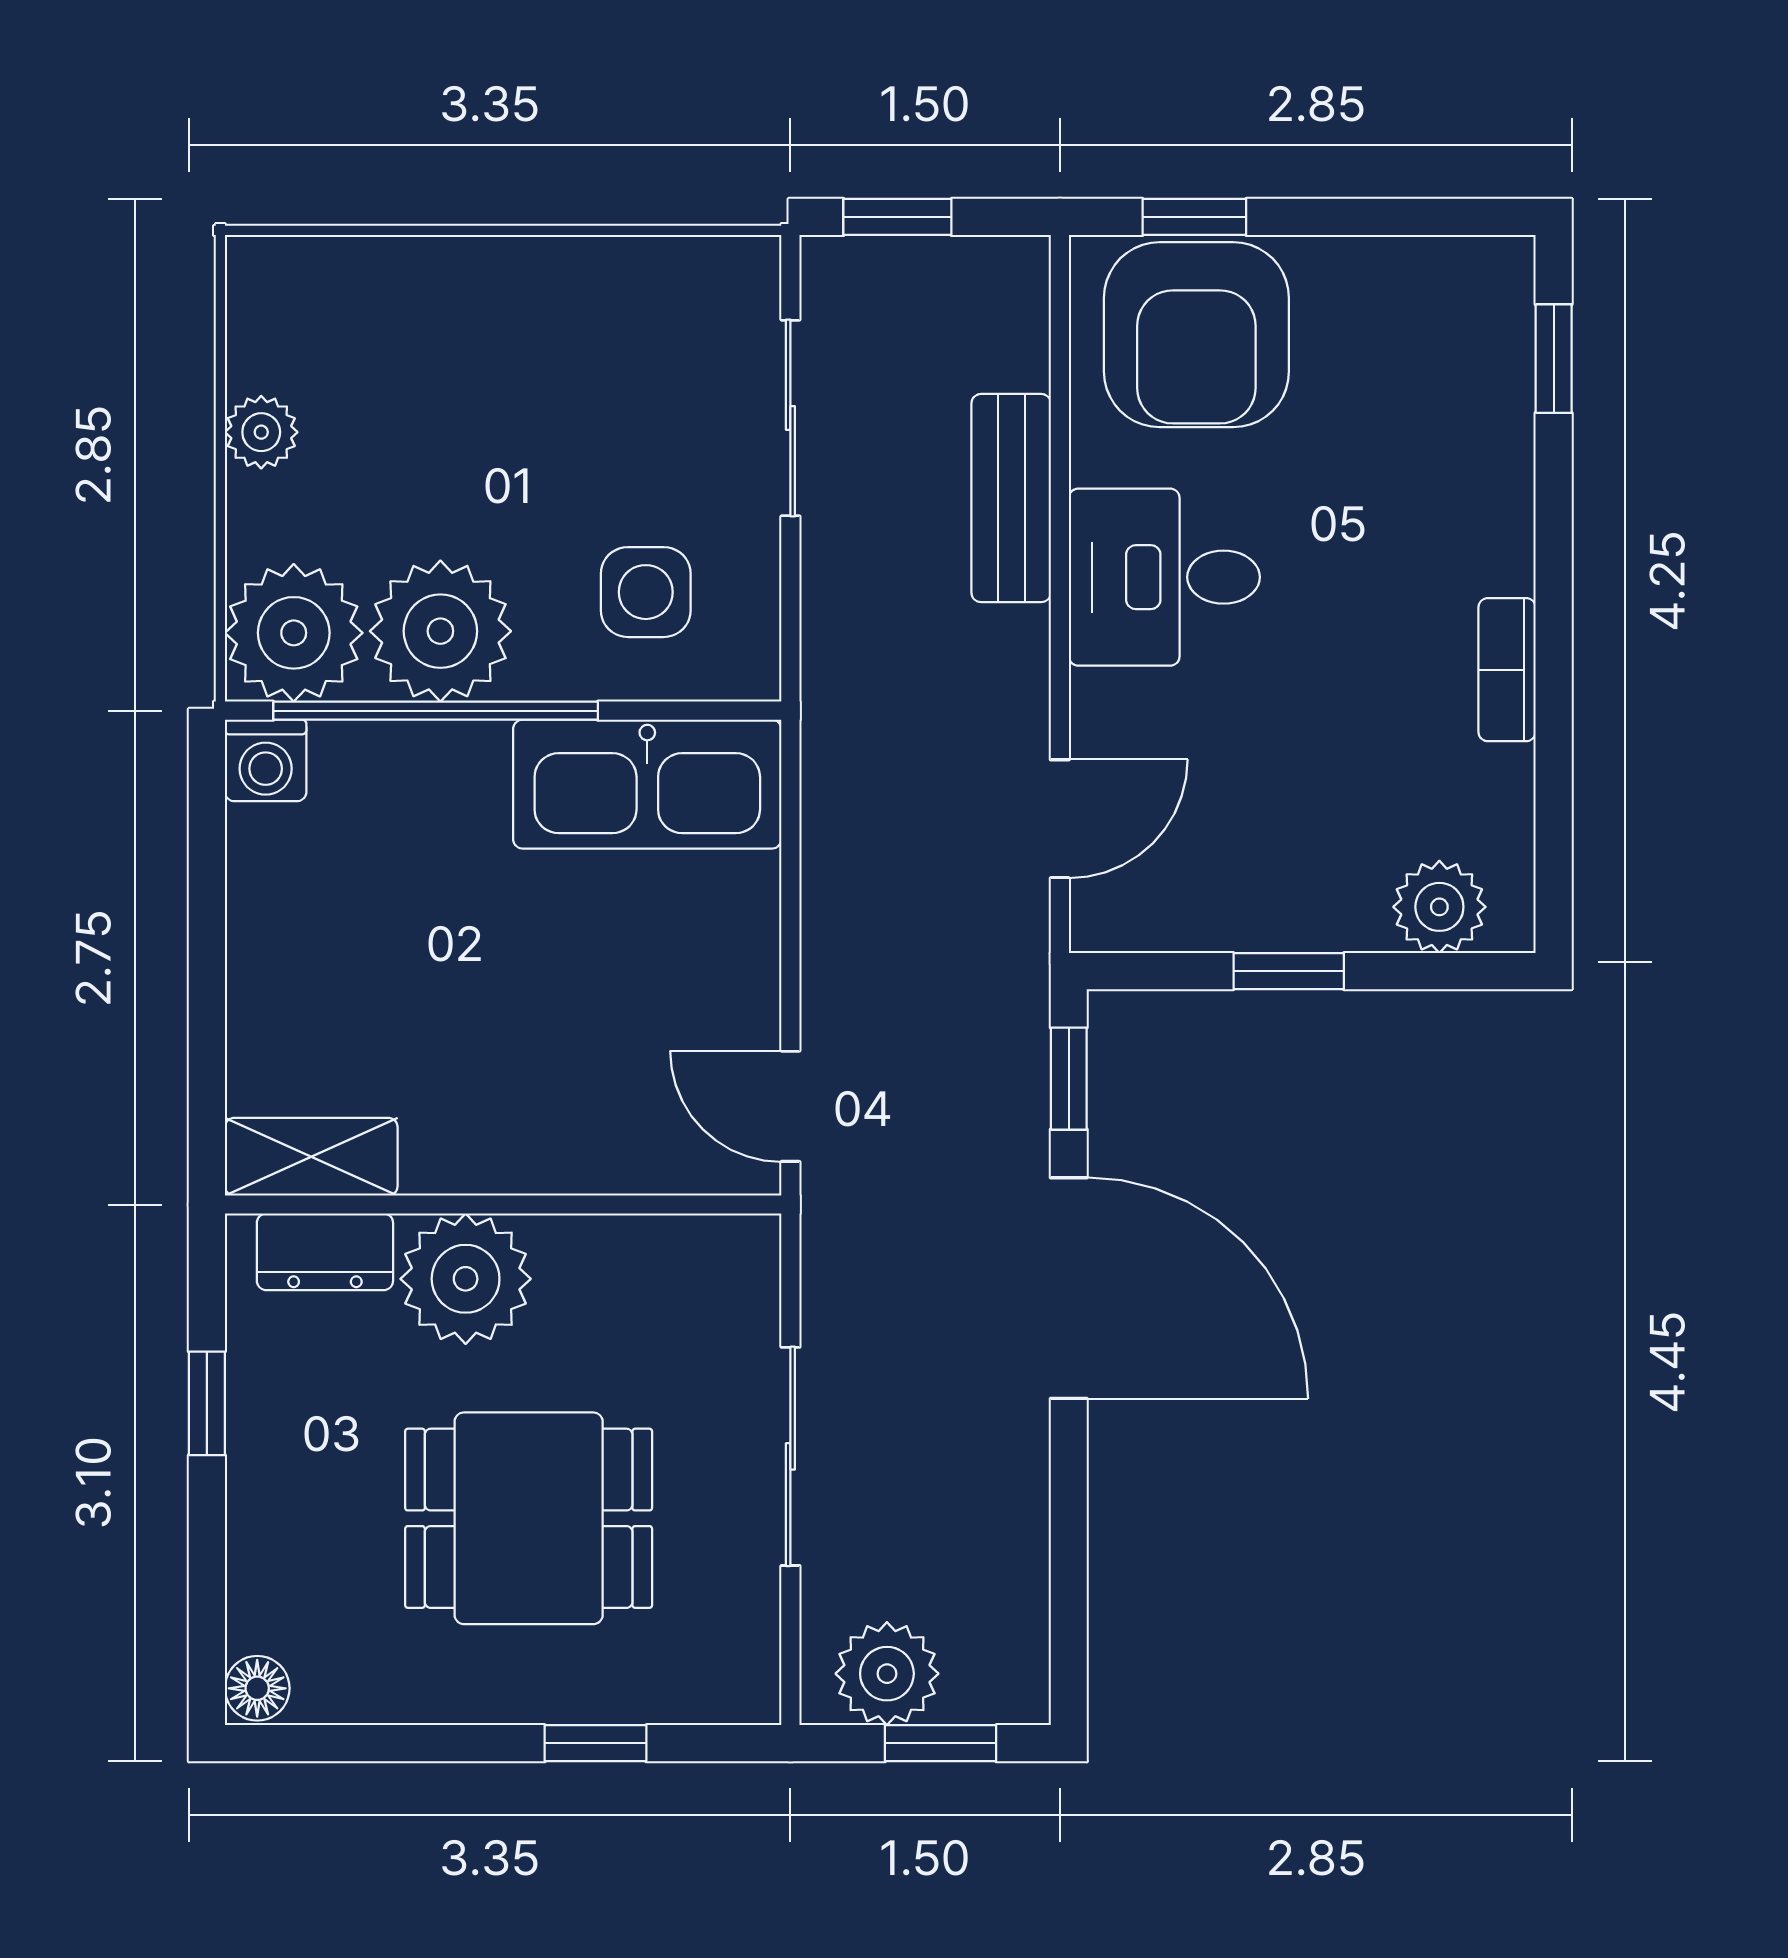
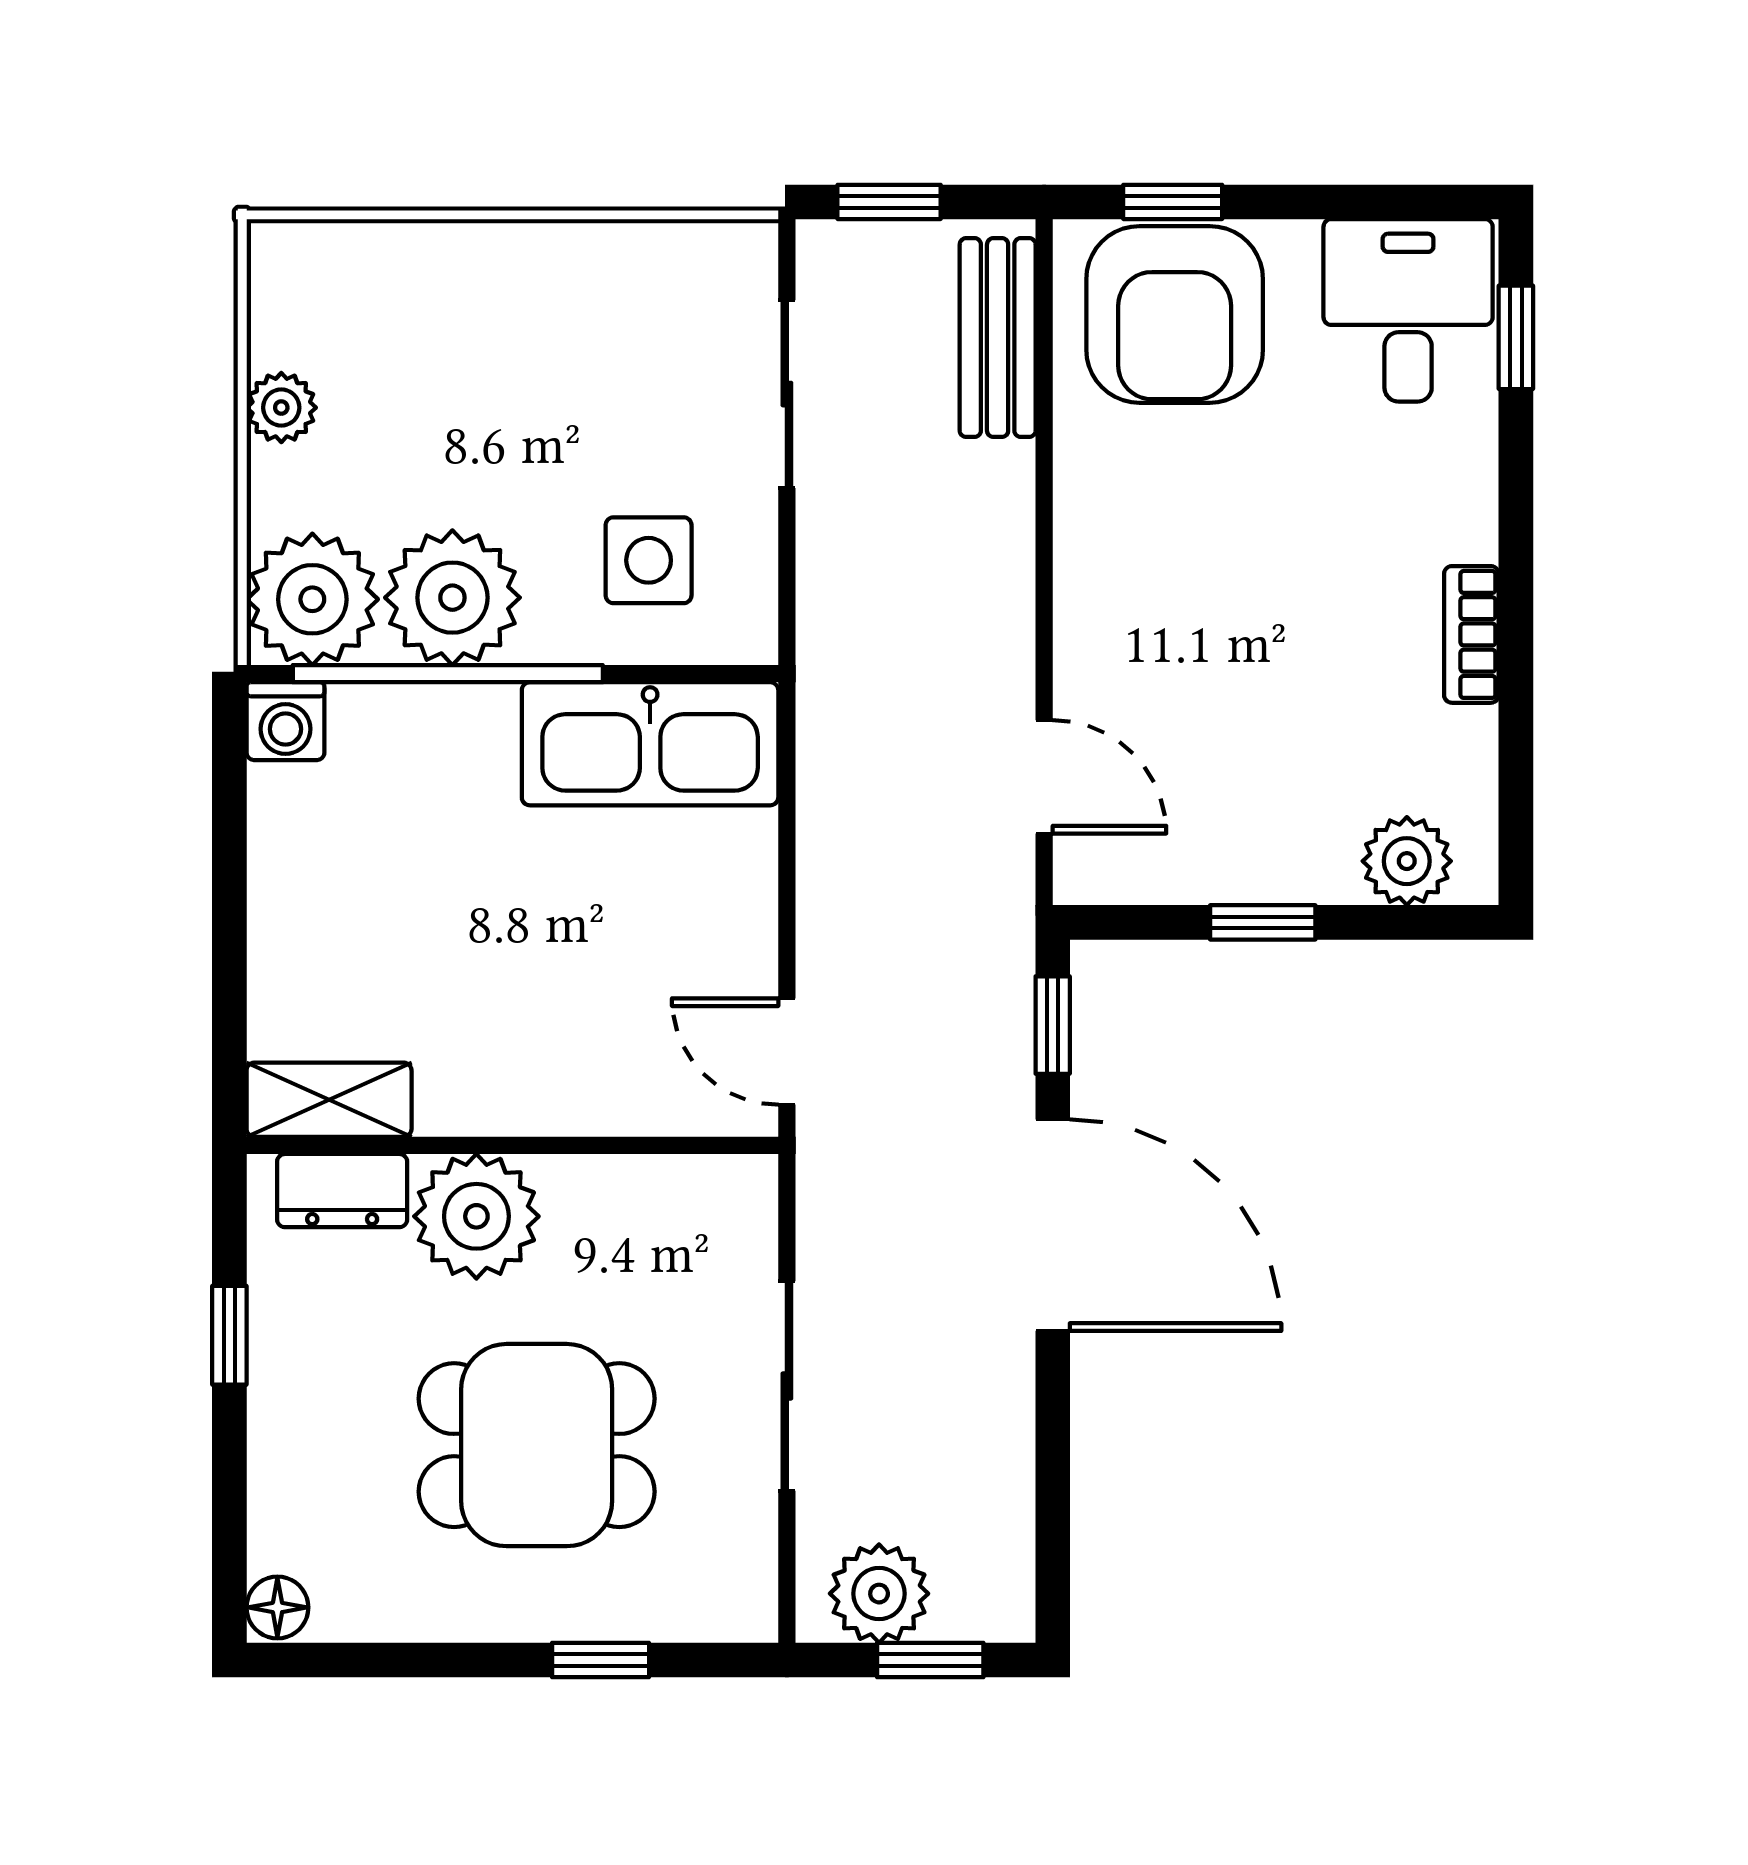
bench: (1011, 498) -> (998, 338), moved
desk: (1164, 577) -> (1408, 310), moved, turned 90
door: (1060, 819) -> (1044, 777), hinge flipped

